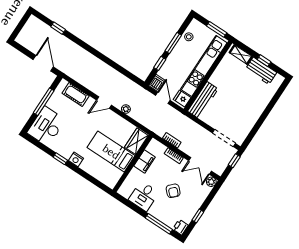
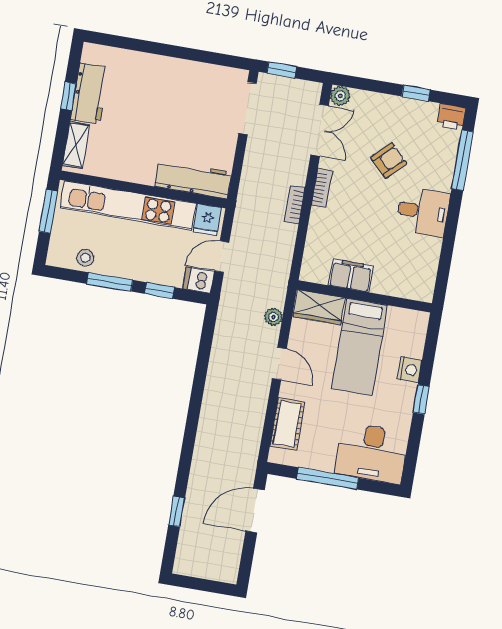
wardrobe: (136, 141) -> (319, 307), moved
bed: (111, 152) -> (360, 347), moved
filing cabinet: (144, 162) -> (351, 275), moved
wall: (133, 164) -> (364, 296), moved

